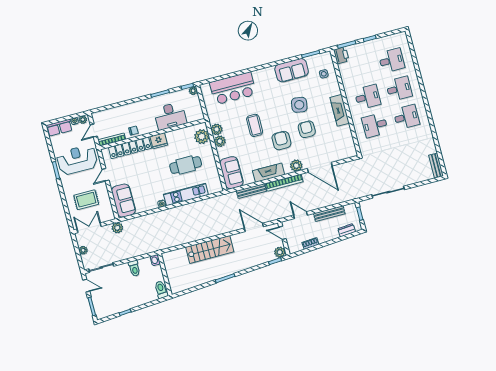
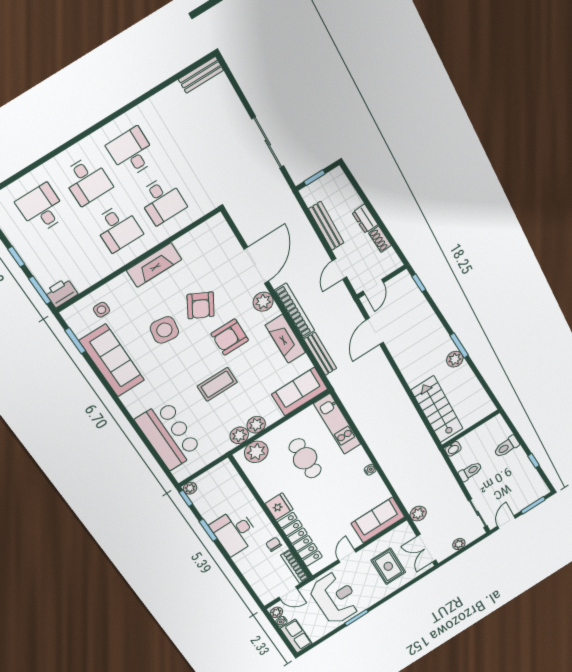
sofa: (292, 70) -> (112, 360), width x1.36
desk: (399, 89) -> (87, 180), turned 180
desk: (367, 97) -> (118, 228), turned 180
desk: (170, 116) -> (235, 532), moved, turned 180
armchair: (307, 129) -> (201, 305), turned -62
reception desk: (77, 160) -> (335, 598), turned 180
door: (105, 175) -> (347, 556), swing flipped
kitchen unit: (186, 194) -> (337, 424), moved
dresser: (347, 230) -> (365, 219), moved
stairs: (210, 249) -> (437, 409), moved
plant: (280, 252) -> (455, 359), moved
toilet: (161, 290) -> (507, 447), moved

